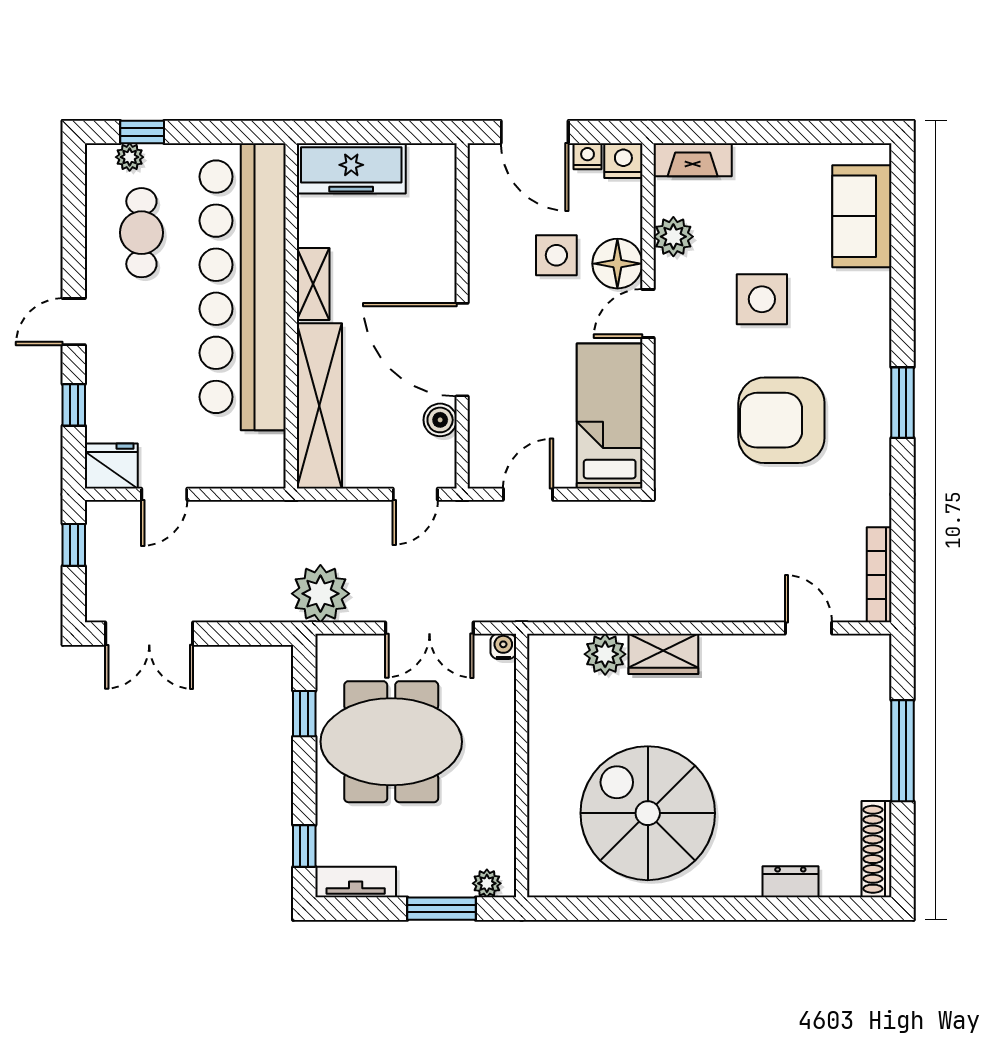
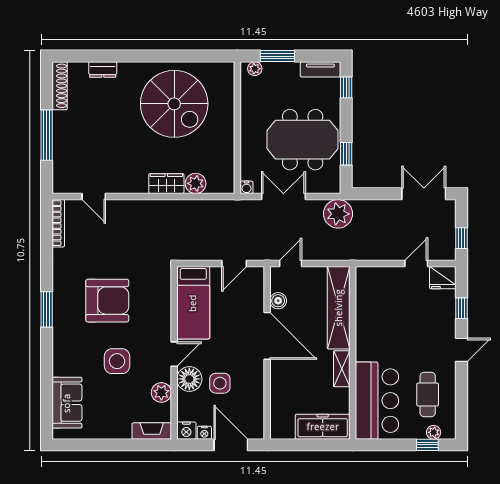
bar counter: (243, 287) -> (377, 401), width x0.54

